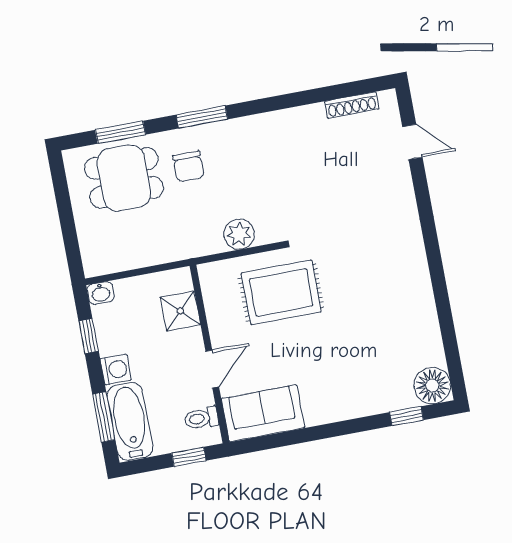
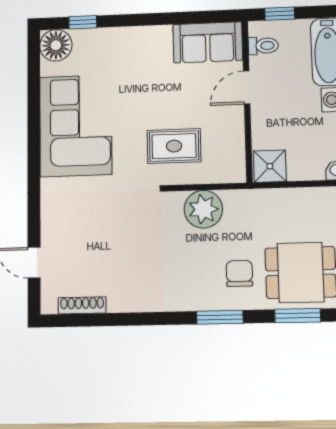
plant: (239, 234) -> (203, 209), width x1.36, depth x1.36
rug: (281, 292) -> (174, 146), width x0.73, depth x0.70
corner sofa: (394, 299) -> (76, 126), added
shower: (180, 311) -> (270, 166), moved

